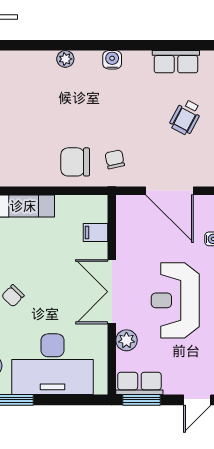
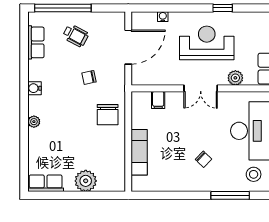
chair: (115, 159) -> (89, 77), moved
double door: (112, 292) -> (201, 88), width x0.73
reception desk: (175, 300) -> (207, 43), turned 180

